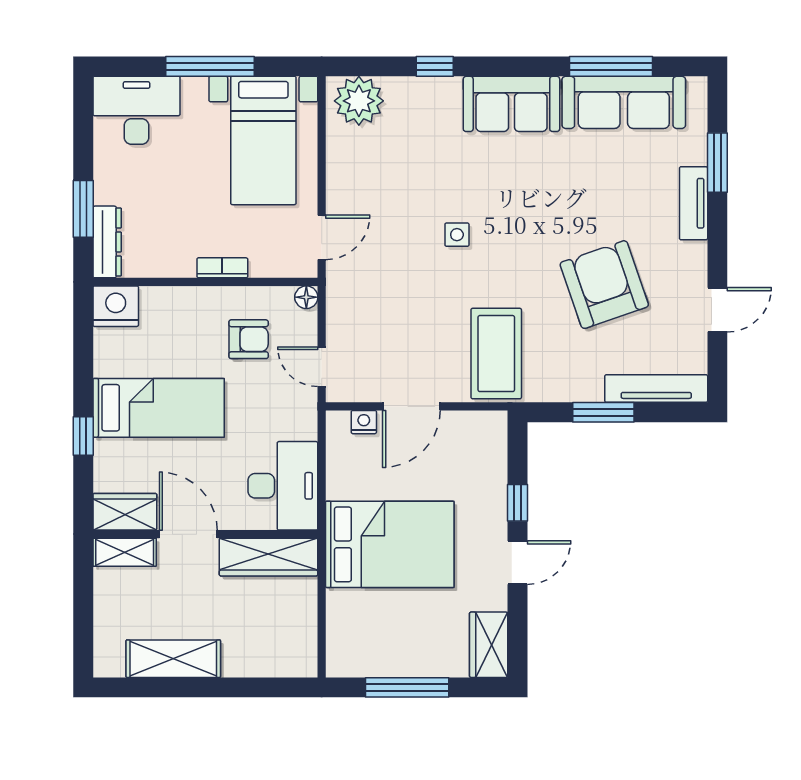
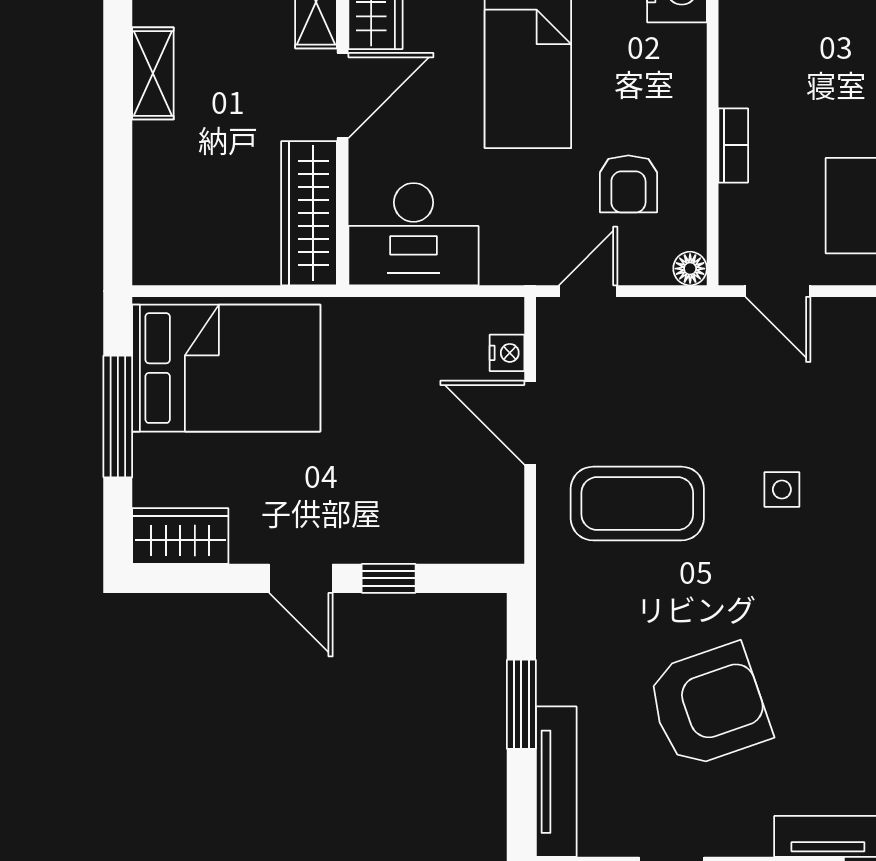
coffee table: (496, 354) -> (637, 504), moved
bed: (390, 544) -> (226, 368), moved, turned -90
shelving: (173, 659) -> (153, 73), width x0.67, depth x0.75

